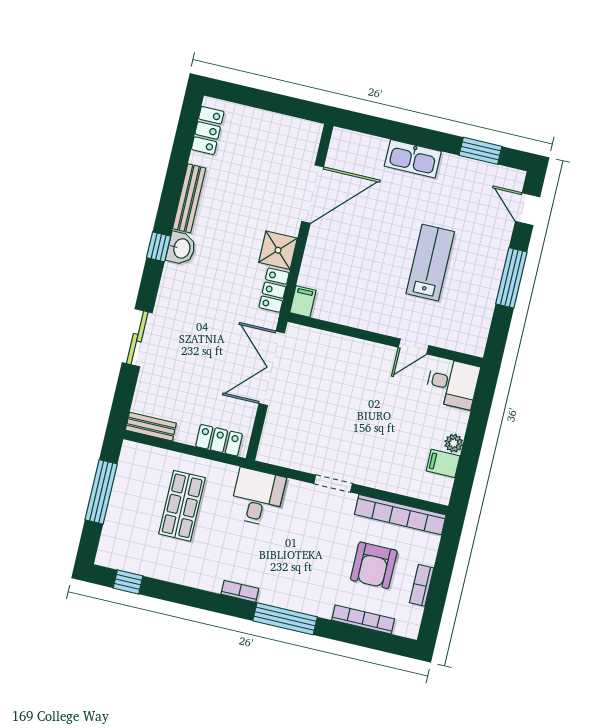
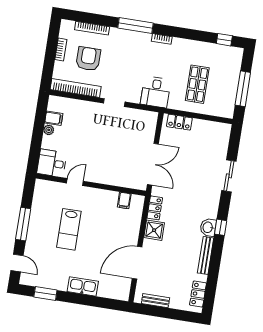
filing cabinet: (303, 301) -> (124, 200), moved
bench: (151, 427) -> (155, 301), moved

